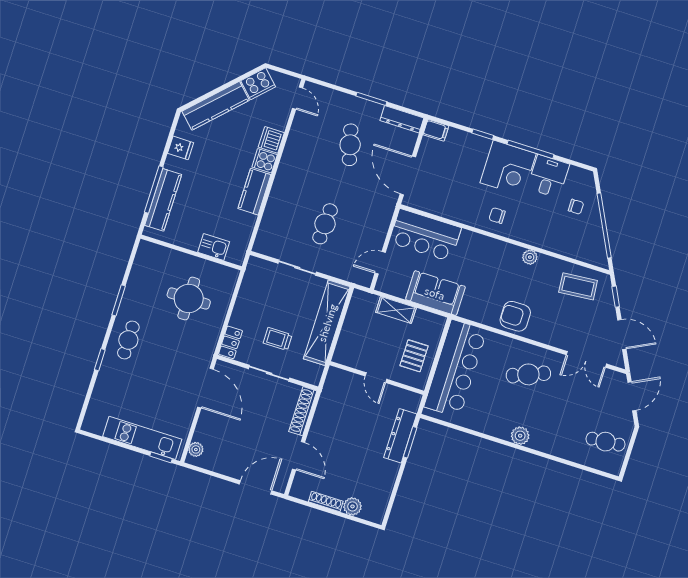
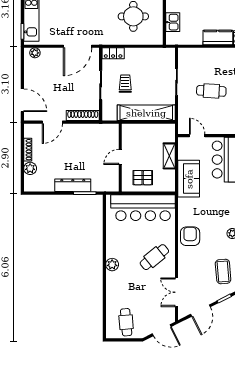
cafe table: (528, 374) -> (154, 257), turned 73
dresser: (400, 436) -> (73, 185), moved

